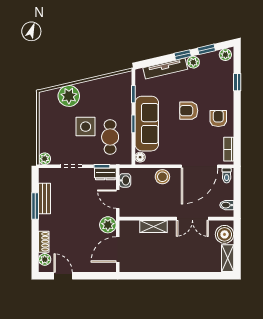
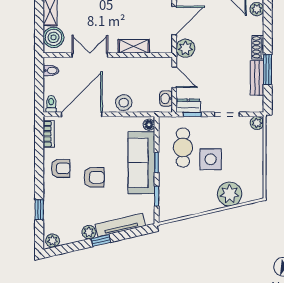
window: (206, 49) -> (74, 247), removed
armchair: (218, 119) -> (61, 168), turned -90
shoe rack: (44, 242) -> (258, 47), moved

